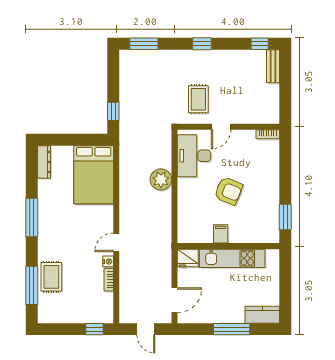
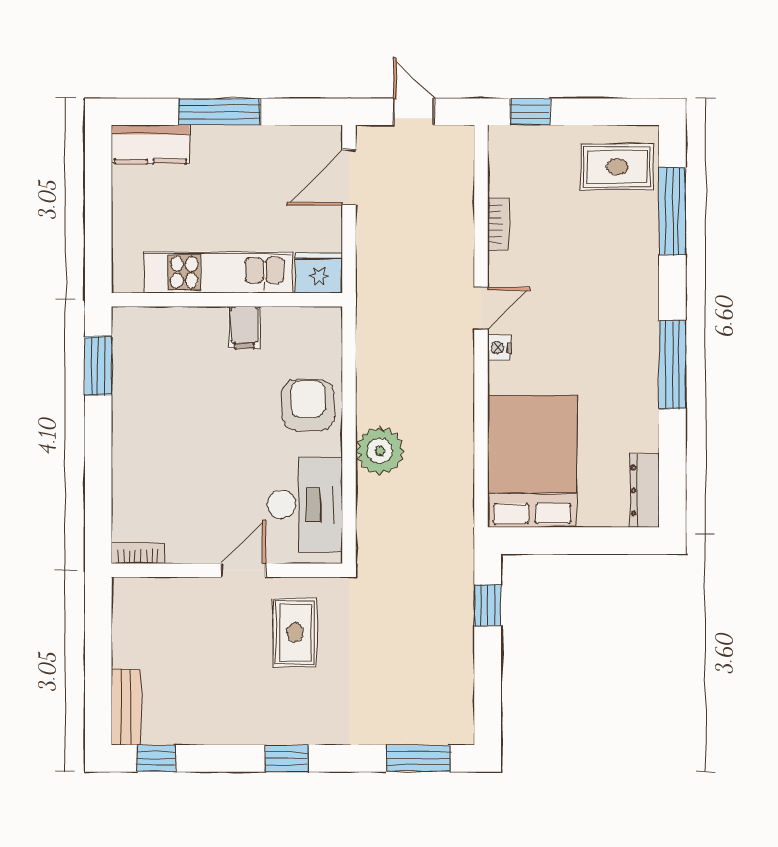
armchair: (228, 191) -> (308, 405), moved, turned 68
nightstand: (108, 261) -> (499, 348), moved
rug: (51, 277) -> (617, 167), moved, turned 90

